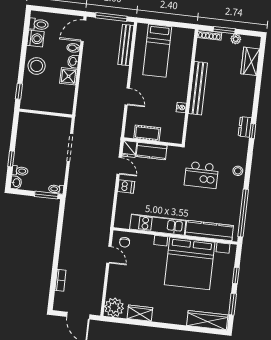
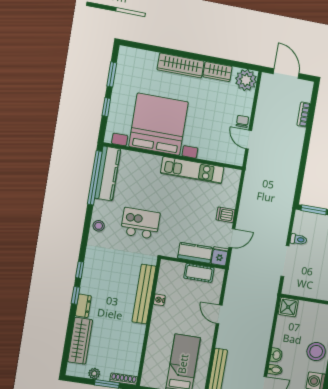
wardrobe: (250, 61) -> (80, 341), width x1.50
shower: (69, 76) -> (288, 307), moved
bench: (198, 88) -> (144, 294), moved
window: (255, 108) -> (76, 295), added
dresser: (245, 127) -> (83, 306), moved
door: (119, 166) -> (232, 238), swing flipped
toilet: (56, 189) -> (299, 239), moved
kitchen counter: (209, 231) -> (108, 173), moved, turned -90
chair: (125, 242) -> (242, 121), moved
wardrobe: (207, 320) -> (181, 65), moved

